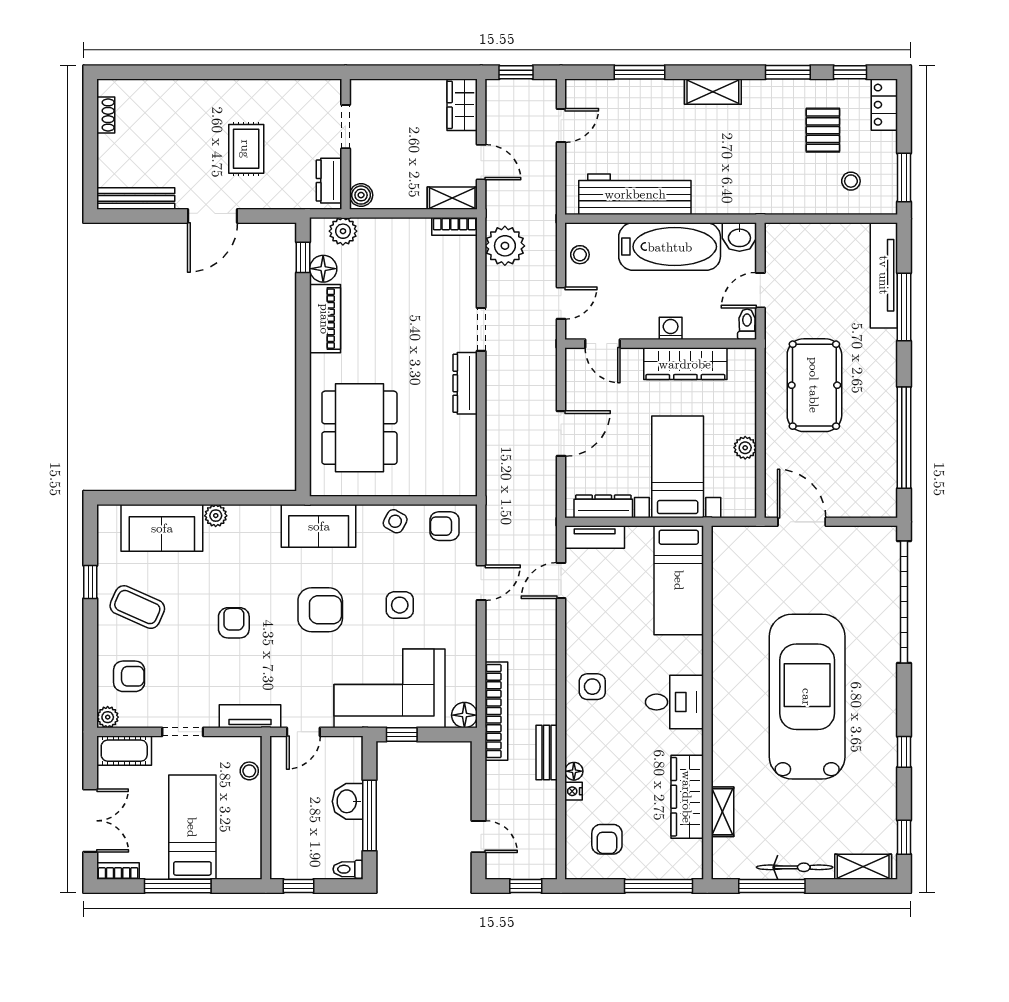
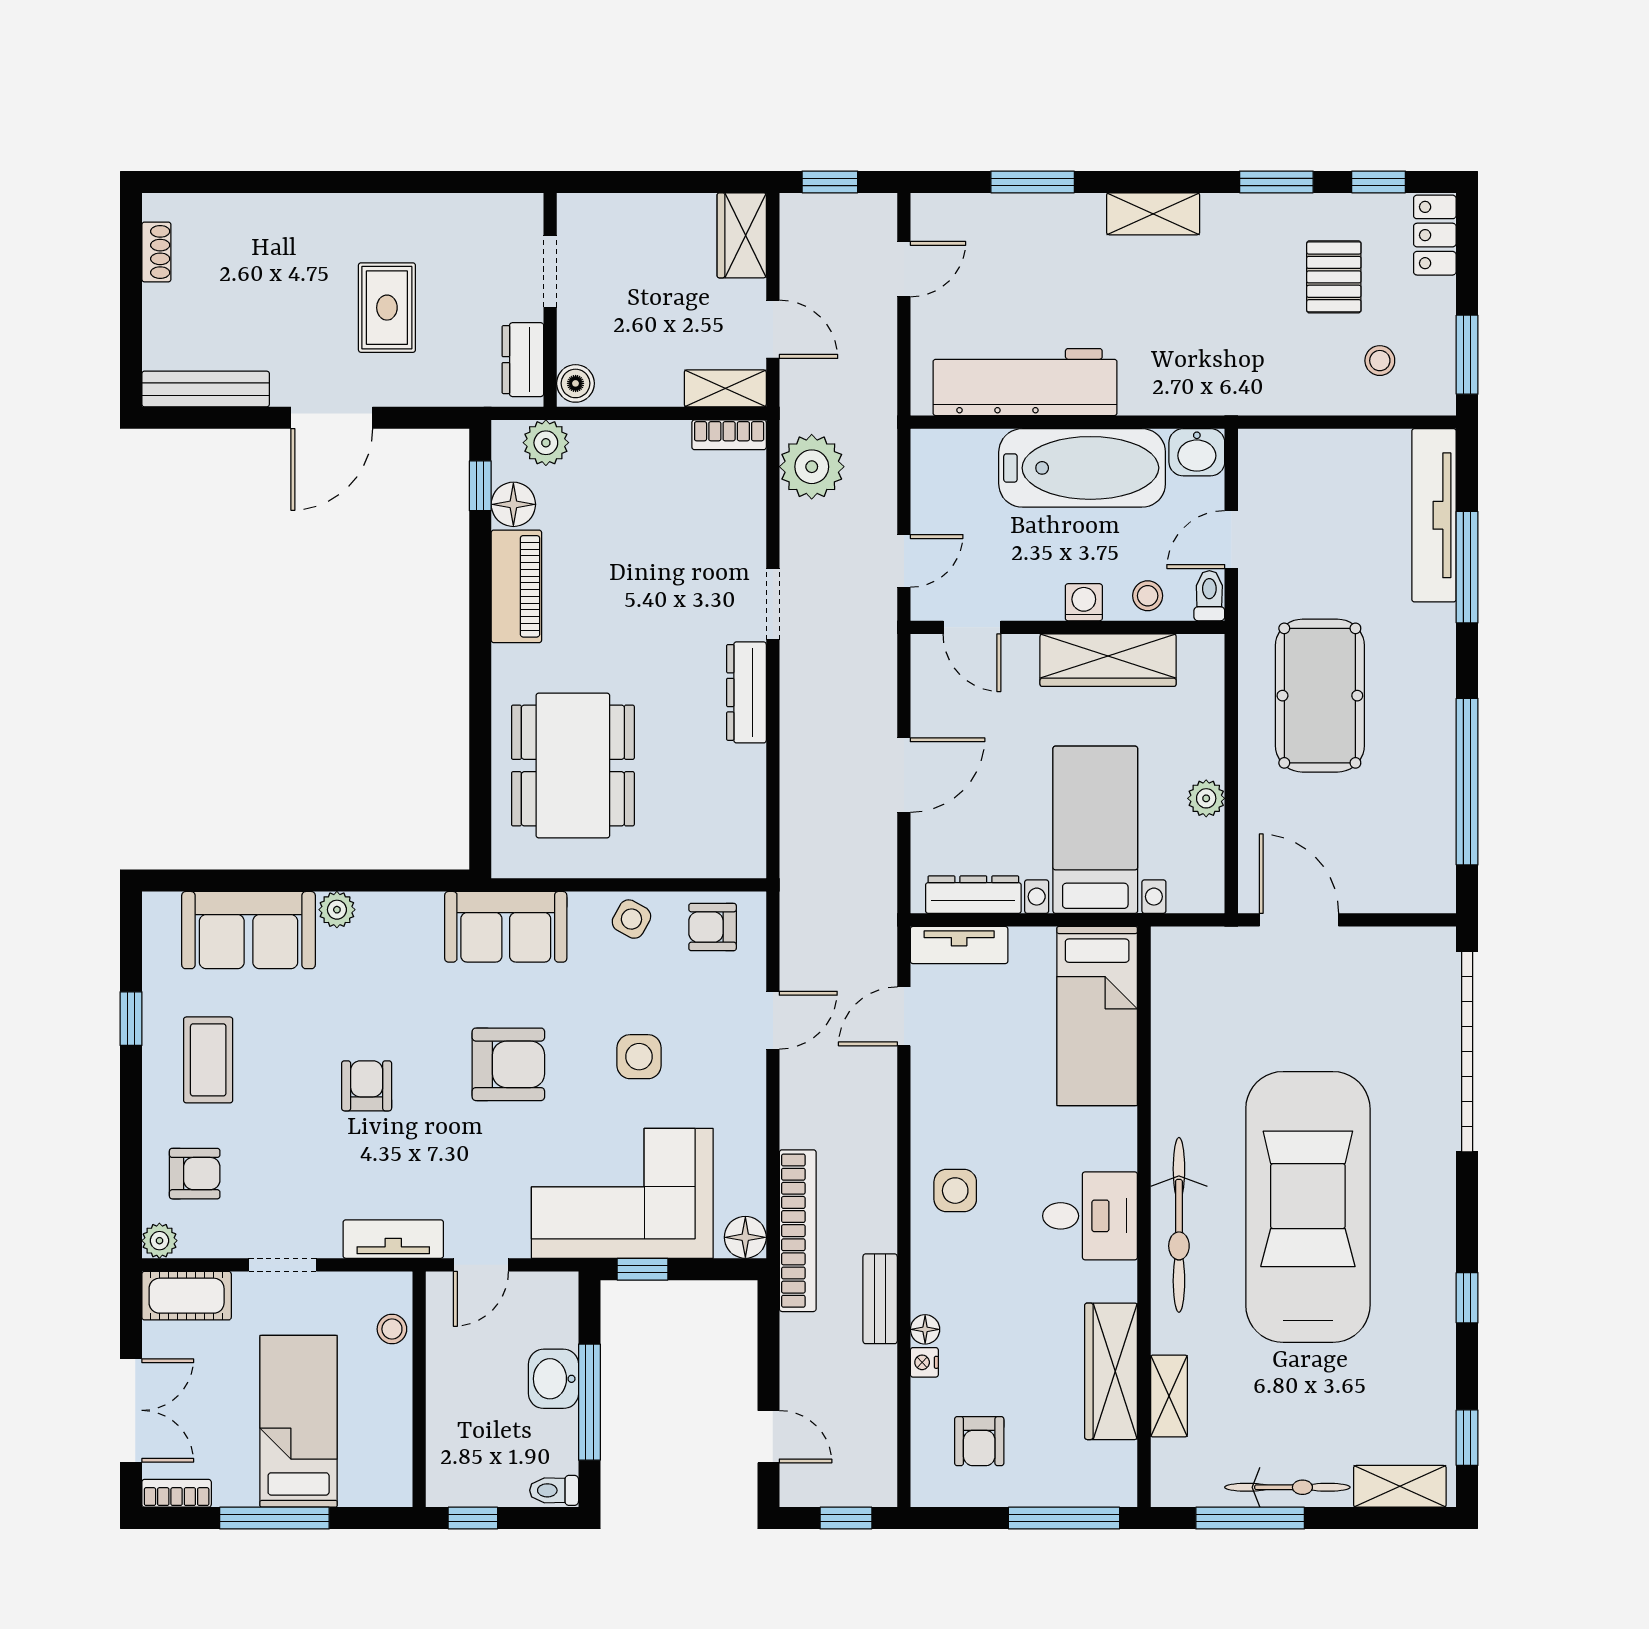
stool: (580, 255) -> (1148, 596), moved
coffee table: (137, 607) -> (208, 1060), turned 66
bicycle: (729, 708) -> (1179, 1225), added

